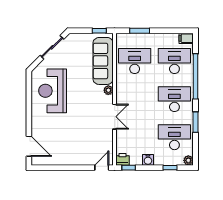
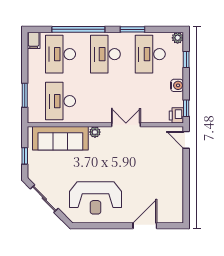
window: (99, 31) -> (25, 156), moved
door: (29, 146) -> (145, 226), moved

